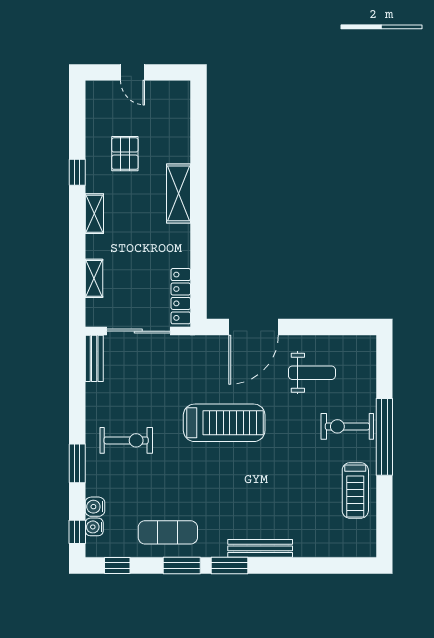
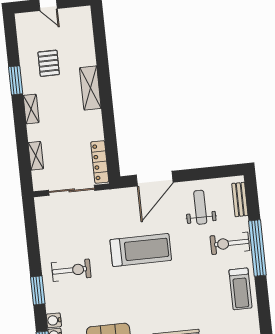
window: (77, 172) -> (16, 80), width x1.50
bench: (94, 358) -> (240, 199), moved
weight bench: (312, 373) -> (200, 207), turned -90

